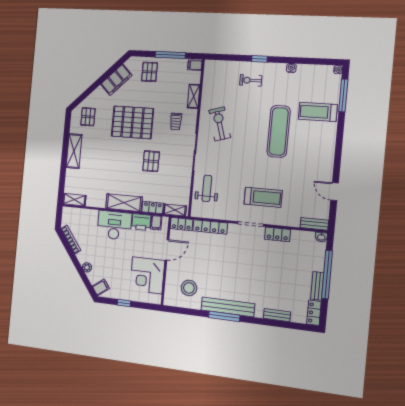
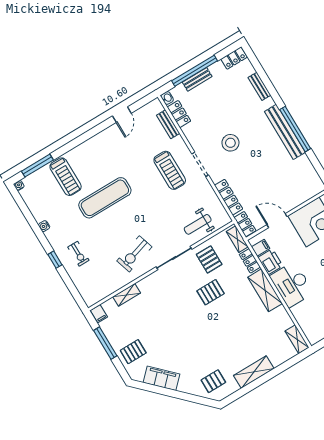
trolley: (176, 121) -> (160, 295), removed
pallet: (132, 122) -> (209, 259), moved, width x0.49, depth x0.50
treadmill: (263, 197) -> (170, 170), turned 180
bench: (314, 224) -> (168, 124), moved
locker: (278, 234) -> (179, 114), moved
bench: (317, 286) -> (197, 79), moved
stool: (189, 288) -> (230, 143), moved
window: (224, 316) -> (295, 129), width x1.46

